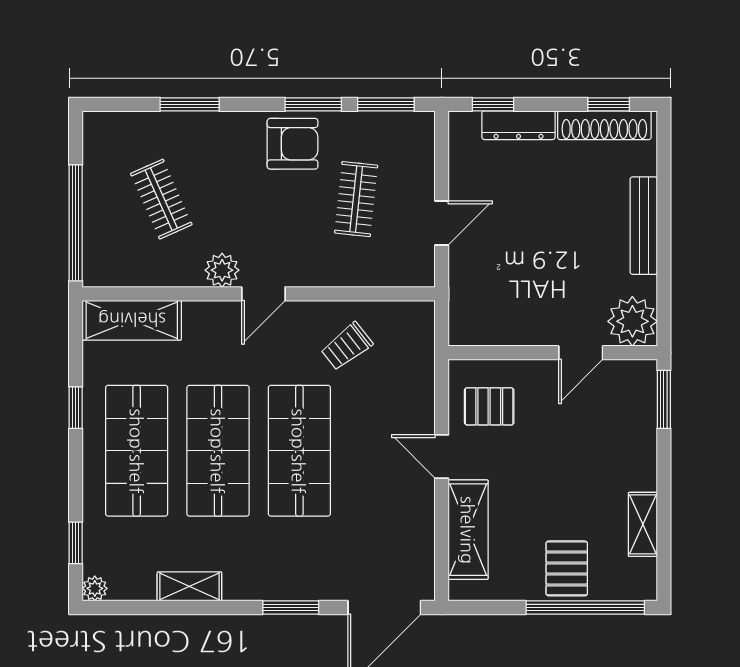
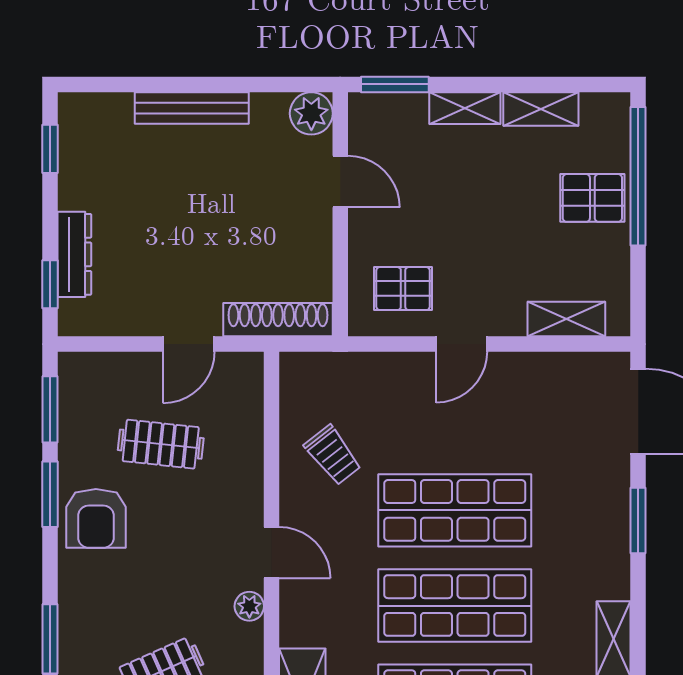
shoe rack: (604, 125) -> (278, 320), moved, turned -90
armchair: (293, 144) -> (96, 518), turned 180
door: (442, 223) -> (189, 344), swing flipped
plant: (222, 270) -> (249, 606), width x0.73, depth x0.73
plant: (632, 321) -> (311, 113), width x0.73, depth x0.73
pallet: (489, 406) -> (403, 289), turned 90
shelving: (644, 459) -> (465, 108), added
shelving: (468, 530) -> (566, 319), width x0.67, depth x0.75

